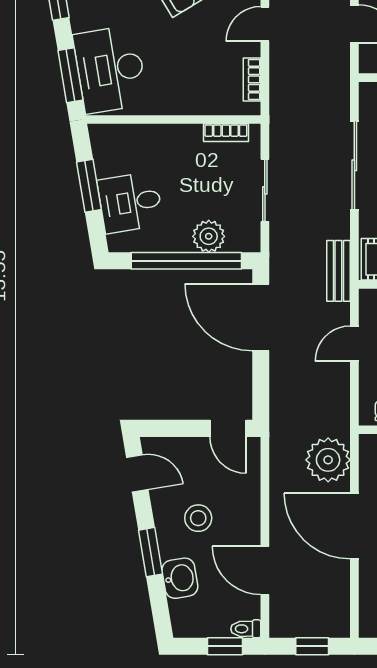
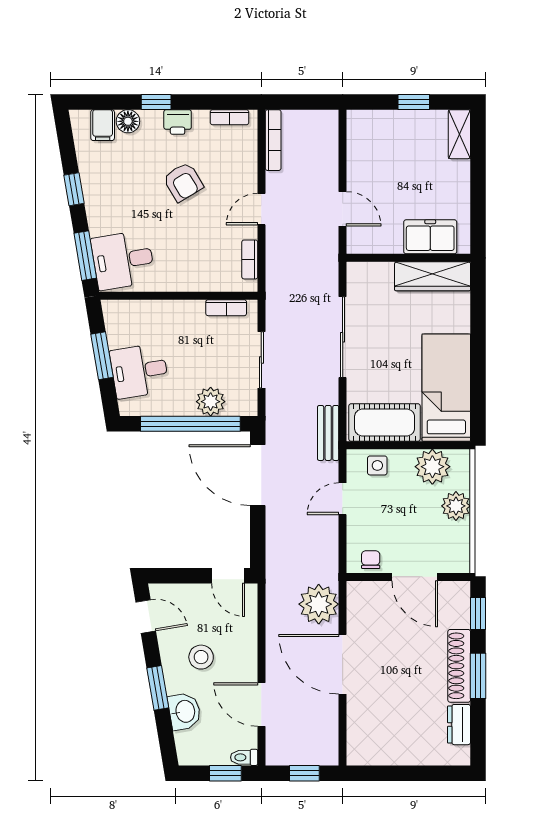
desk: (110, 69) -> (123, 260), width x0.73

